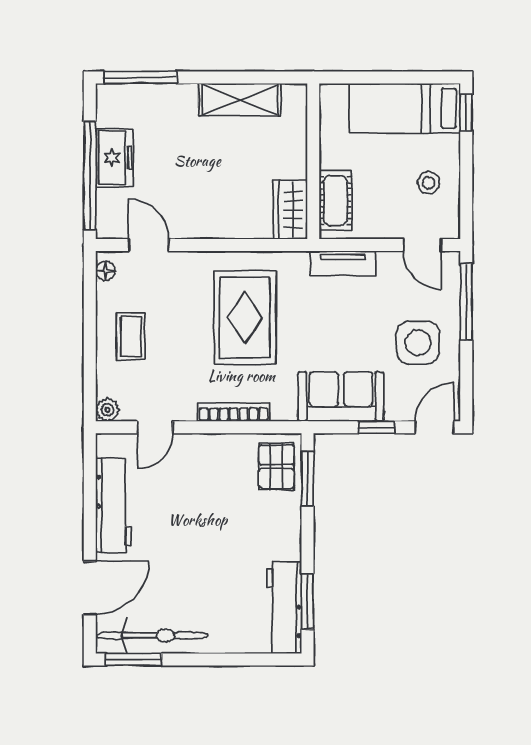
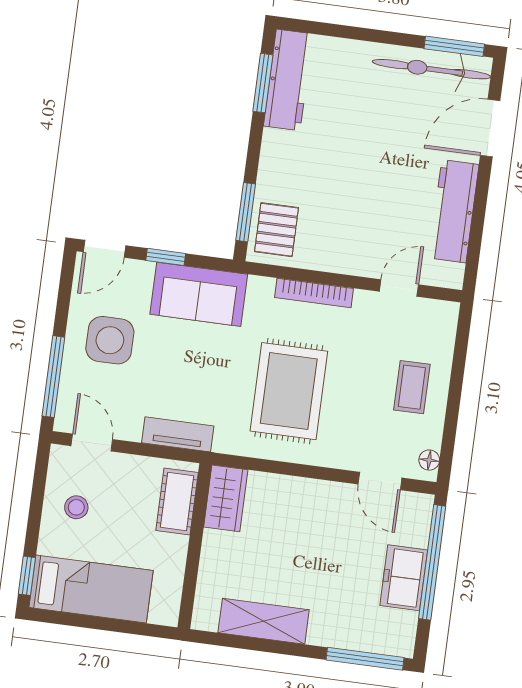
plant: (107, 410) -> (447, 313), removed

